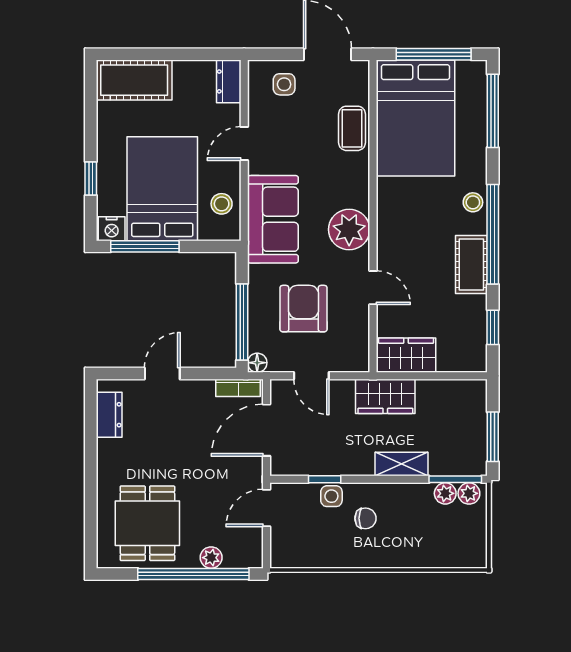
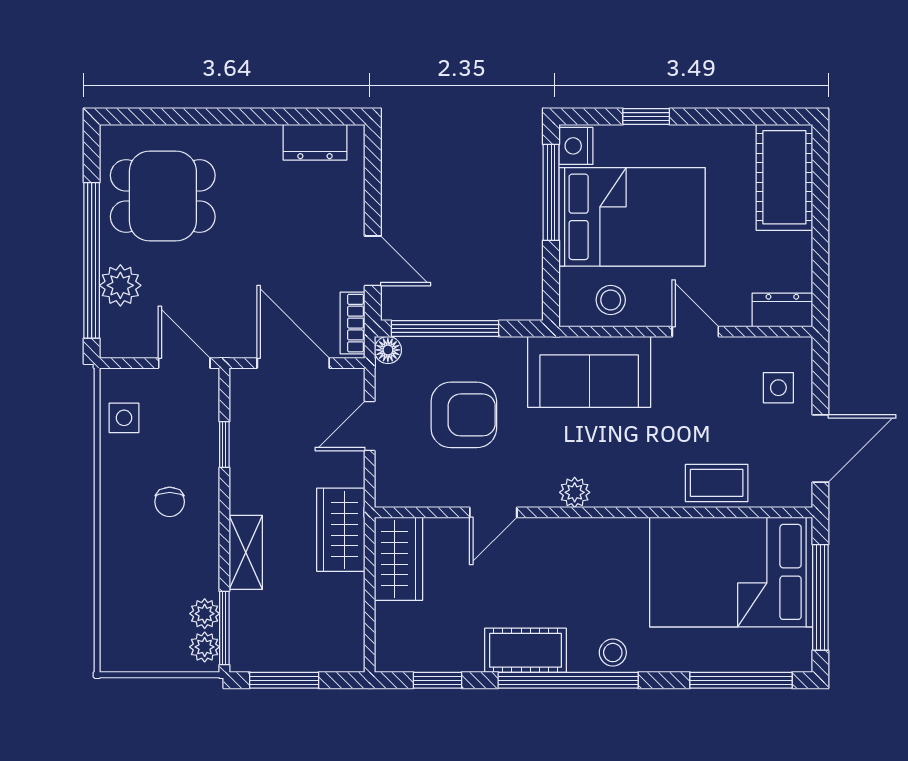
plant: (349, 230) -> (575, 492), width x0.53, depth x0.53
door: (162, 373) -> (373, 261), moved
side table: (331, 496) -> (124, 418), moved
plant: (211, 558) -> (120, 285), width x1.38, depth x1.38

